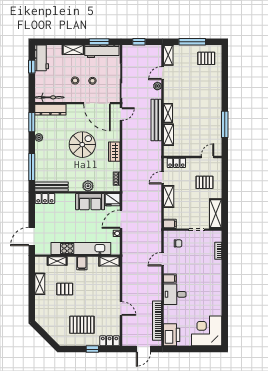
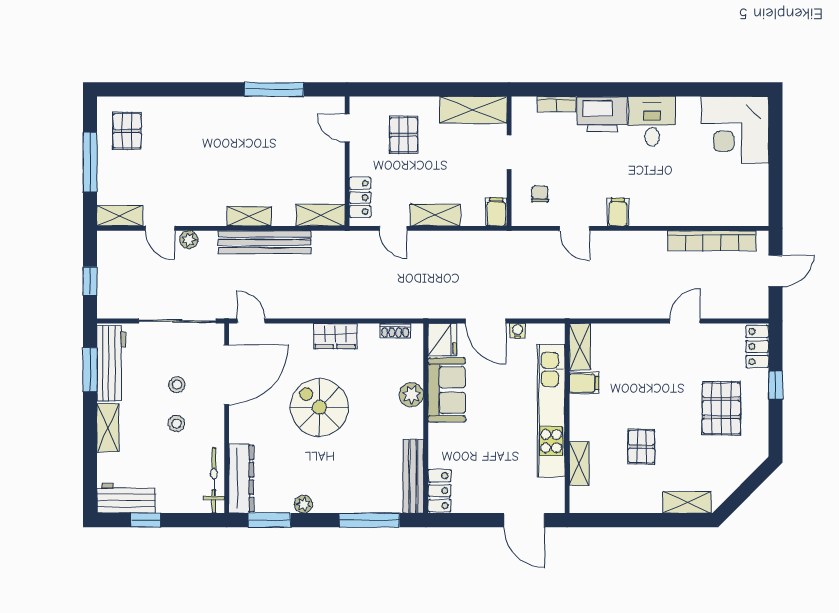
shelving: (168, 135) -> (320, 215), moved
filing cabinet: (82, 263) -> (584, 383), moved
shelving: (40, 284) -> (687, 502), moved
desk: (175, 294) -> (652, 121), moved, turned 180
printer: (172, 335) -> (602, 114), moved, turned 180
door: (143, 349) -> (775, 271), hinge flipped

